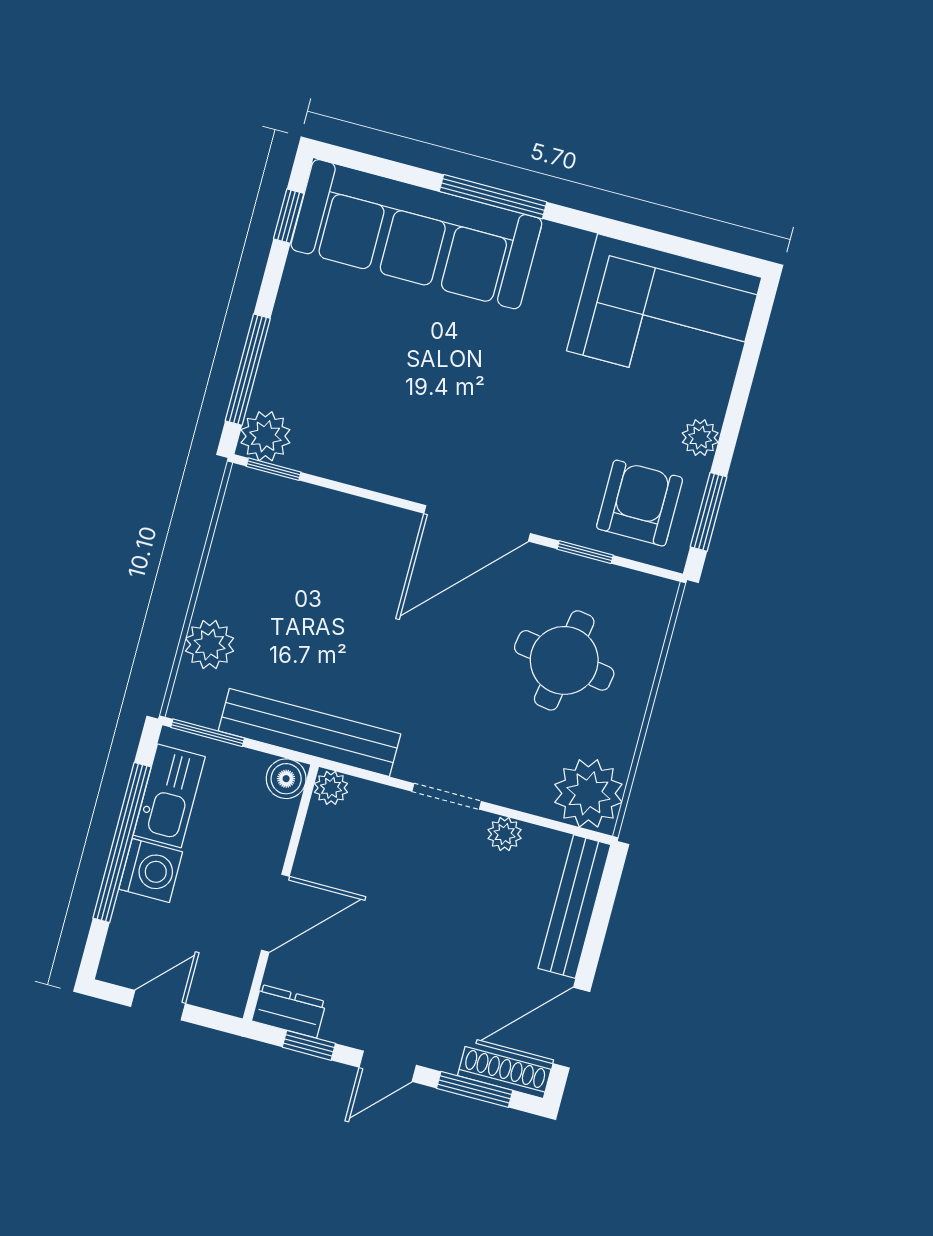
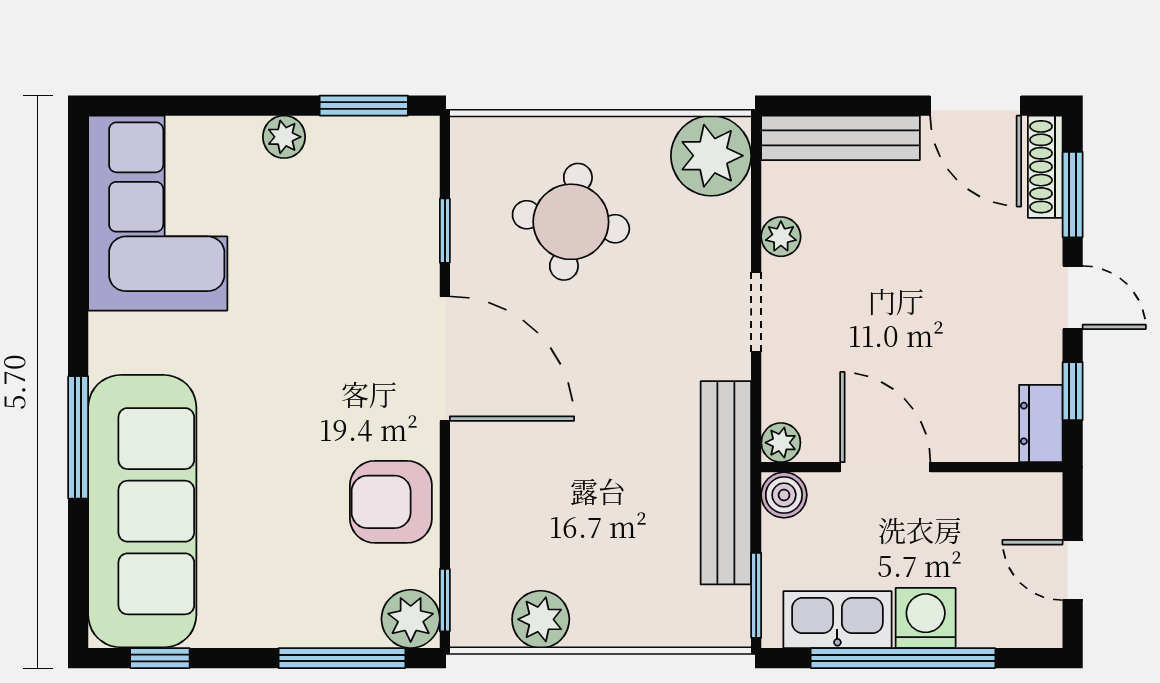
armchair: (640, 503) -> (391, 502), moved
plant: (210, 645) -> (541, 619), moved
door: (275, 913) -> (885, 467), moved

